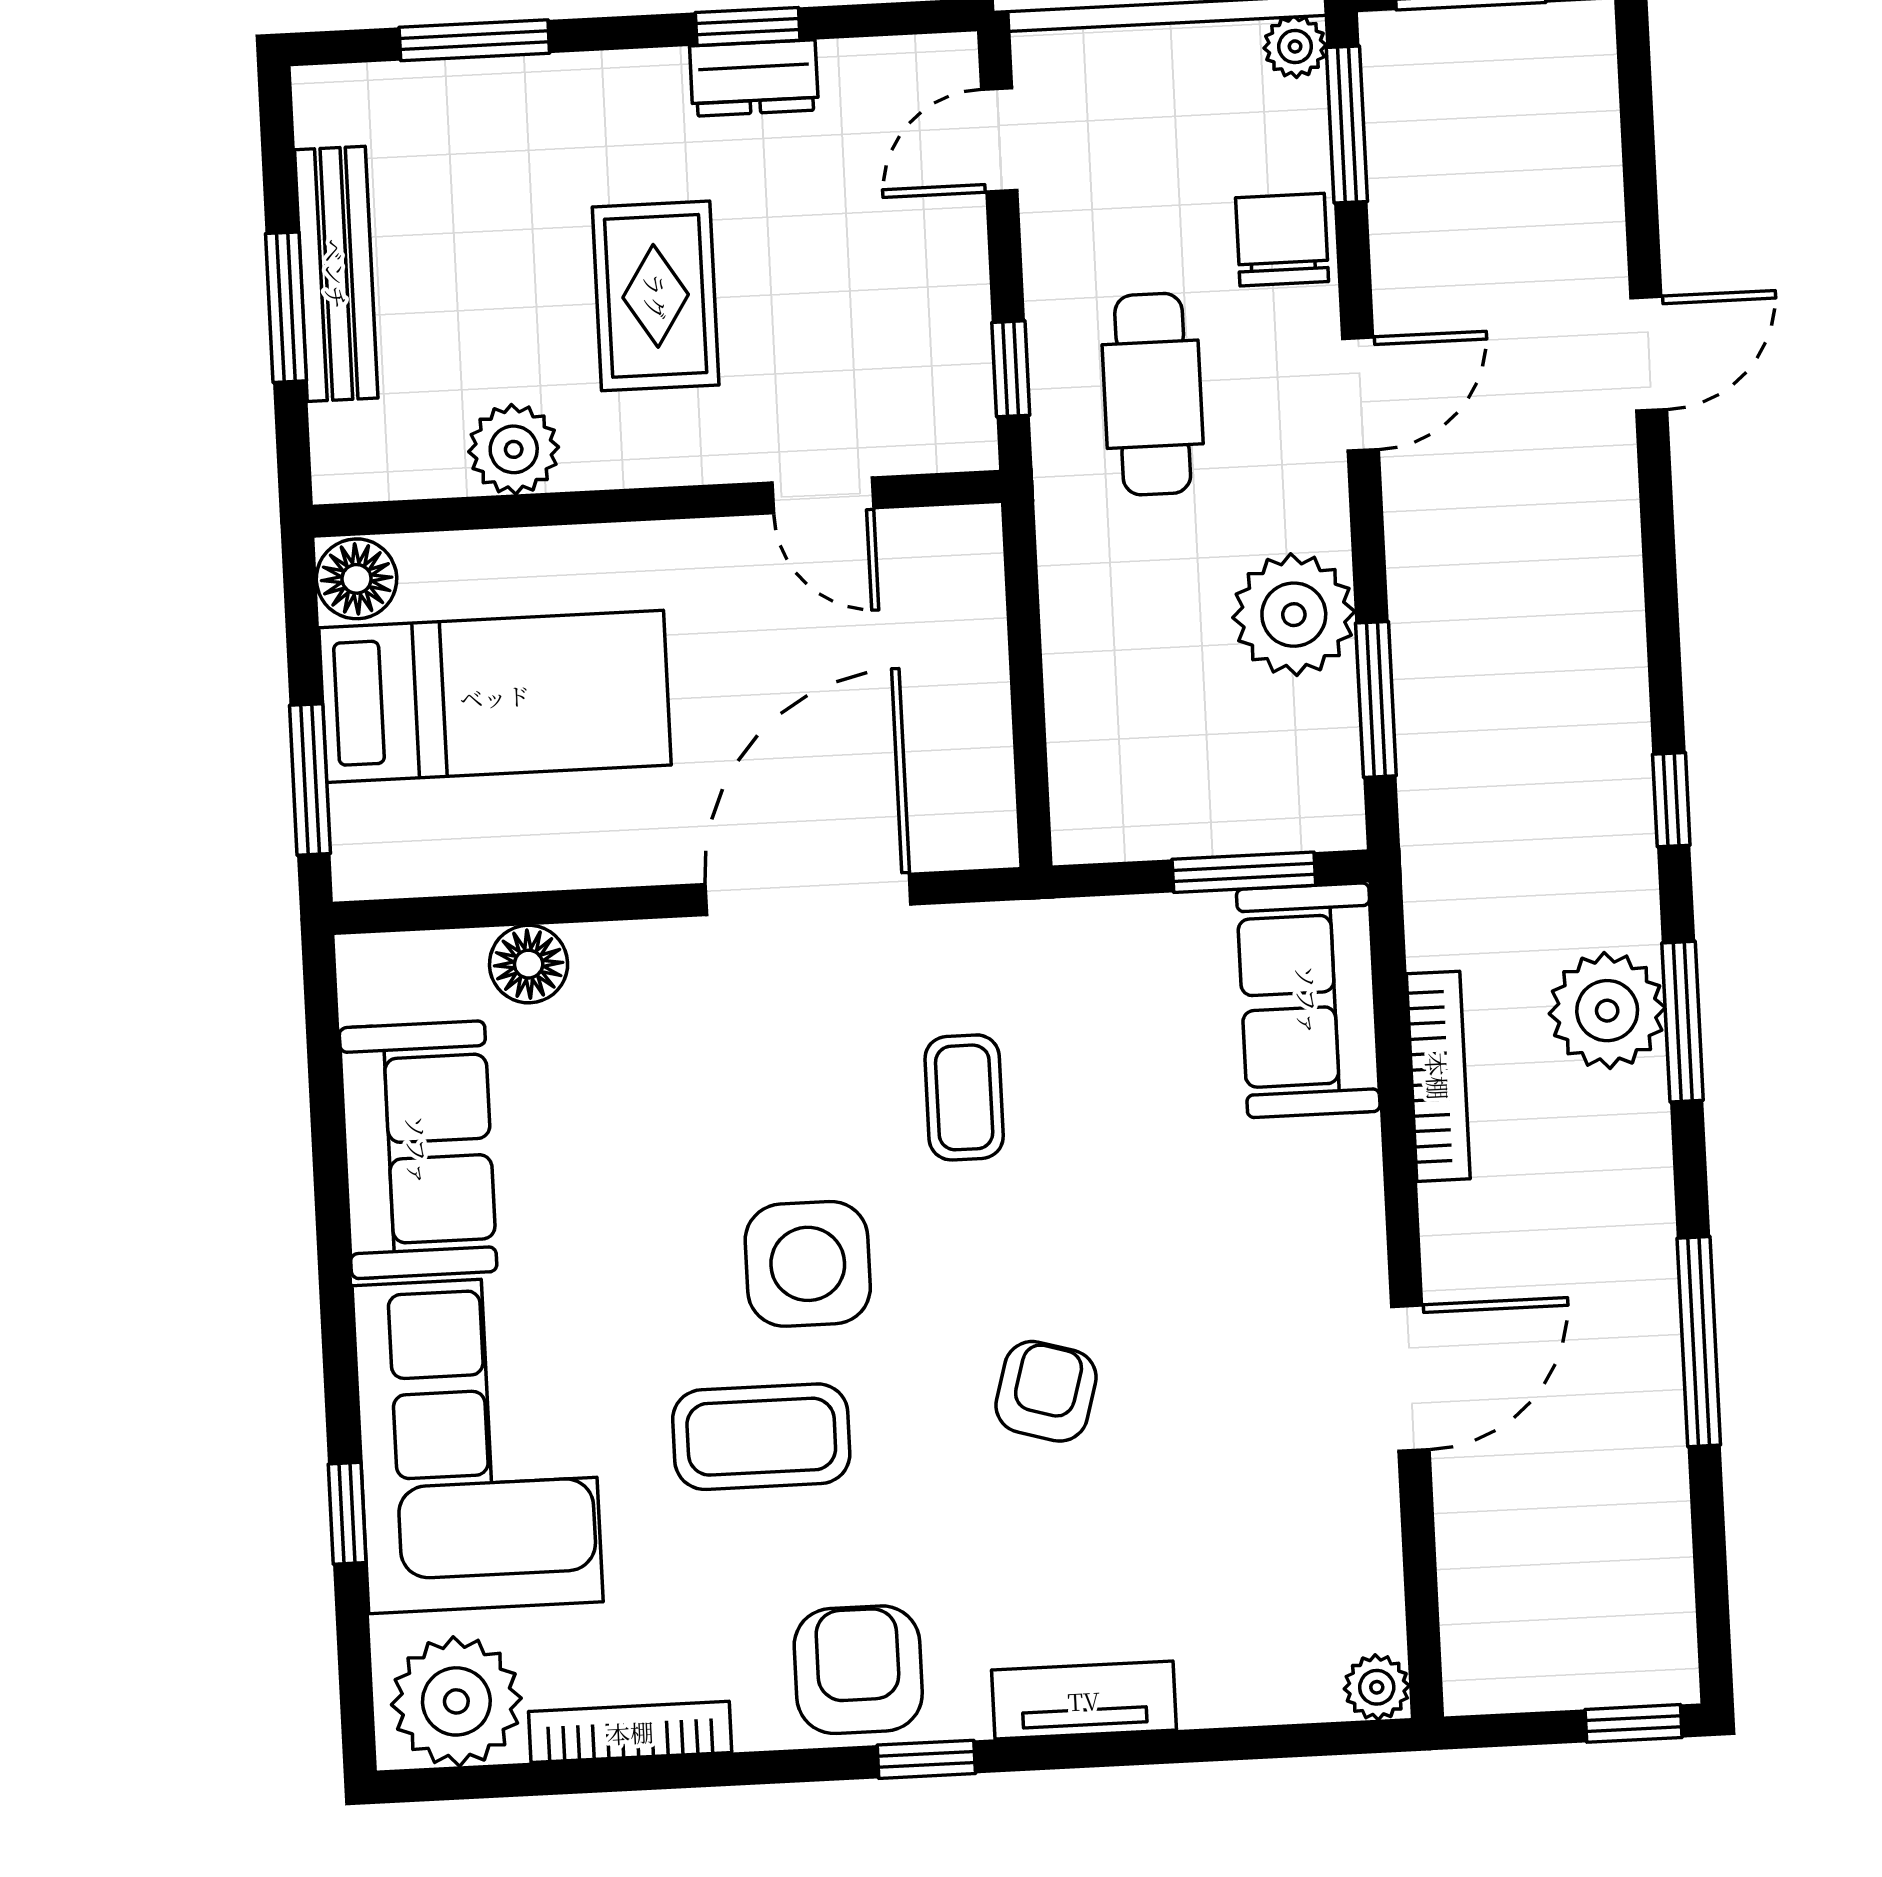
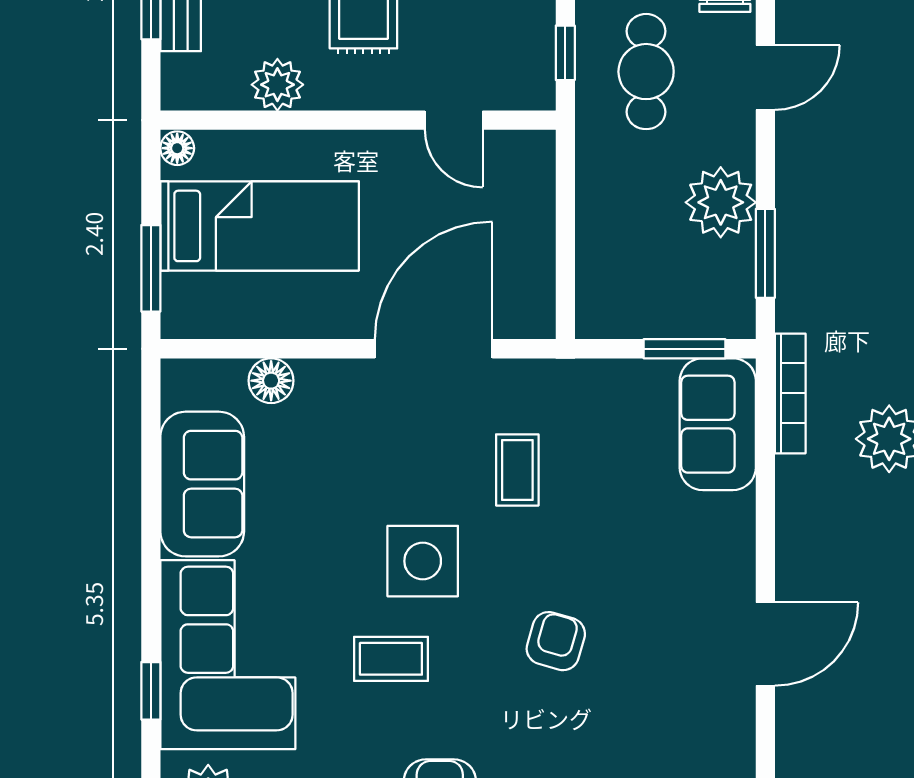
floor lamp: (357, 579) -> (177, 148), width x0.73, depth x0.73
bookcase: (1438, 1076) -> (790, 393), moved
coffee table: (761, 1437) -> (391, 659), width x0.73, depth x0.77

